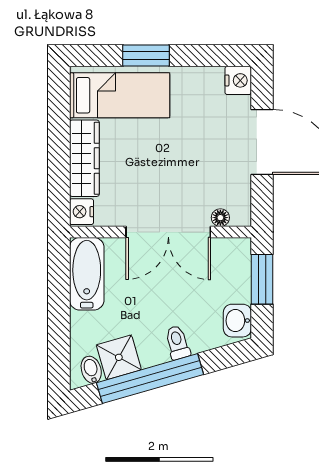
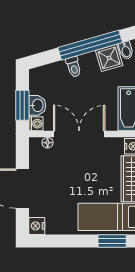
window: (146, 56) -> (112, 241), moved
washing machine: (240, 249) -> (36, 124), added
washbasin: (237, 321) -> (37, 105), moved

